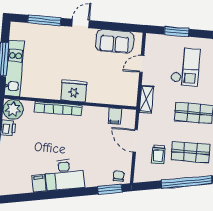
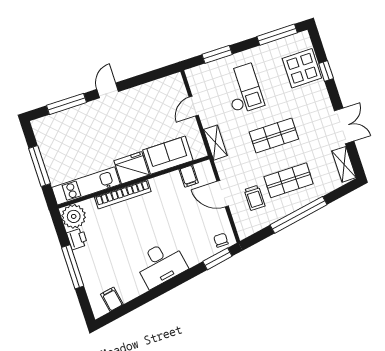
sofa: (115, 41) -> (168, 155), moved, turned 180
kitchen unit: (14, 68) -> (86, 186), moved, turned -90
filing cabinet: (39, 183) -> (112, 299), moved

